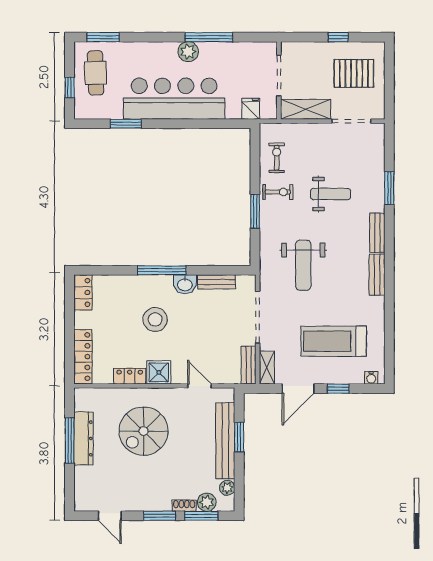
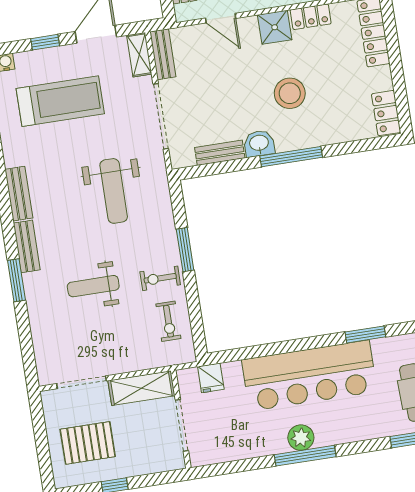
window: (209, 37) -> (305, 456), moved
window: (389, 188) -> (16, 280), moved
weight bench: (303, 265) -> (114, 191), turned 180

